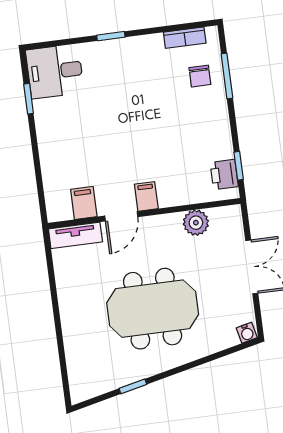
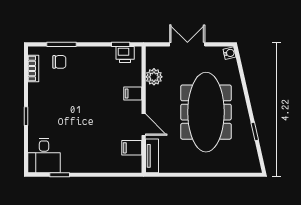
filing cabinet: (146, 196) -> (133, 94), moved
meeting table: (153, 309) -> (206, 112), width x1.36

